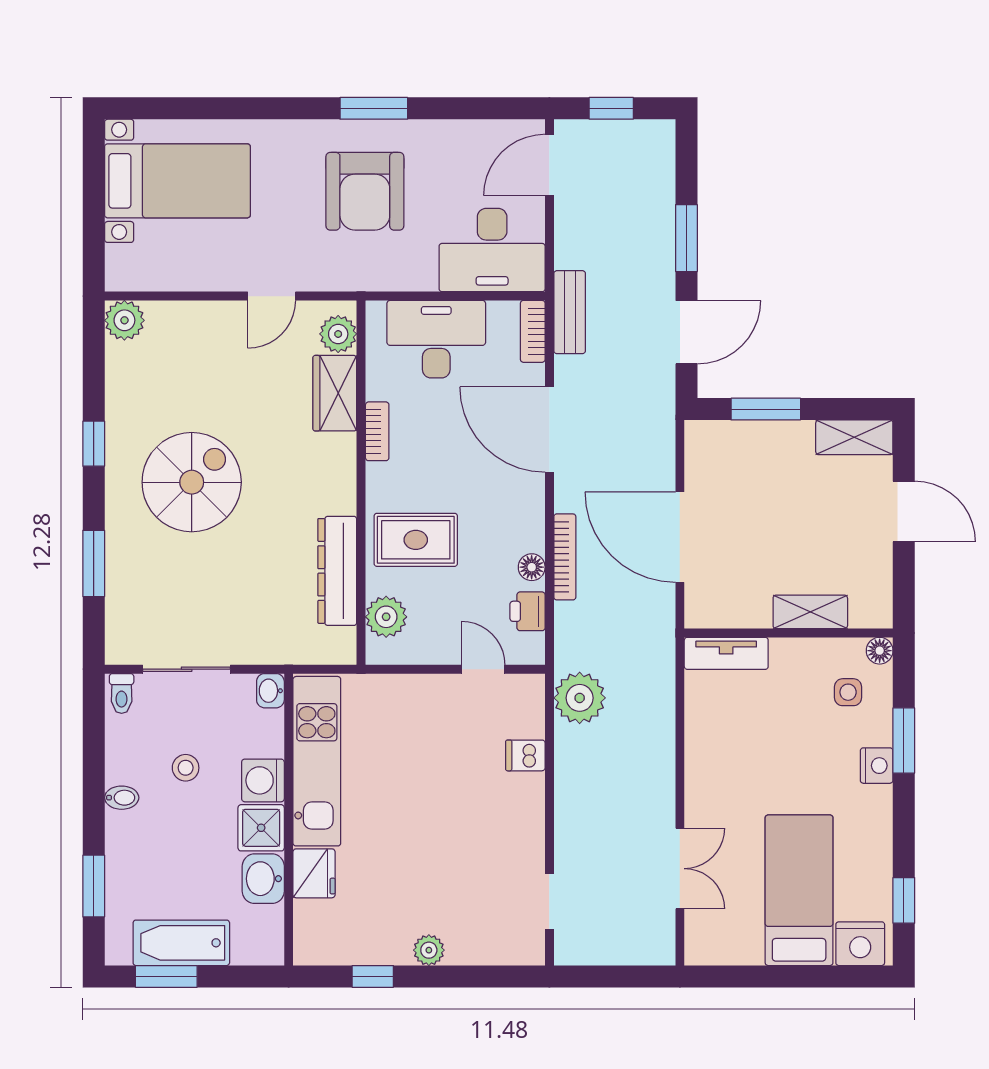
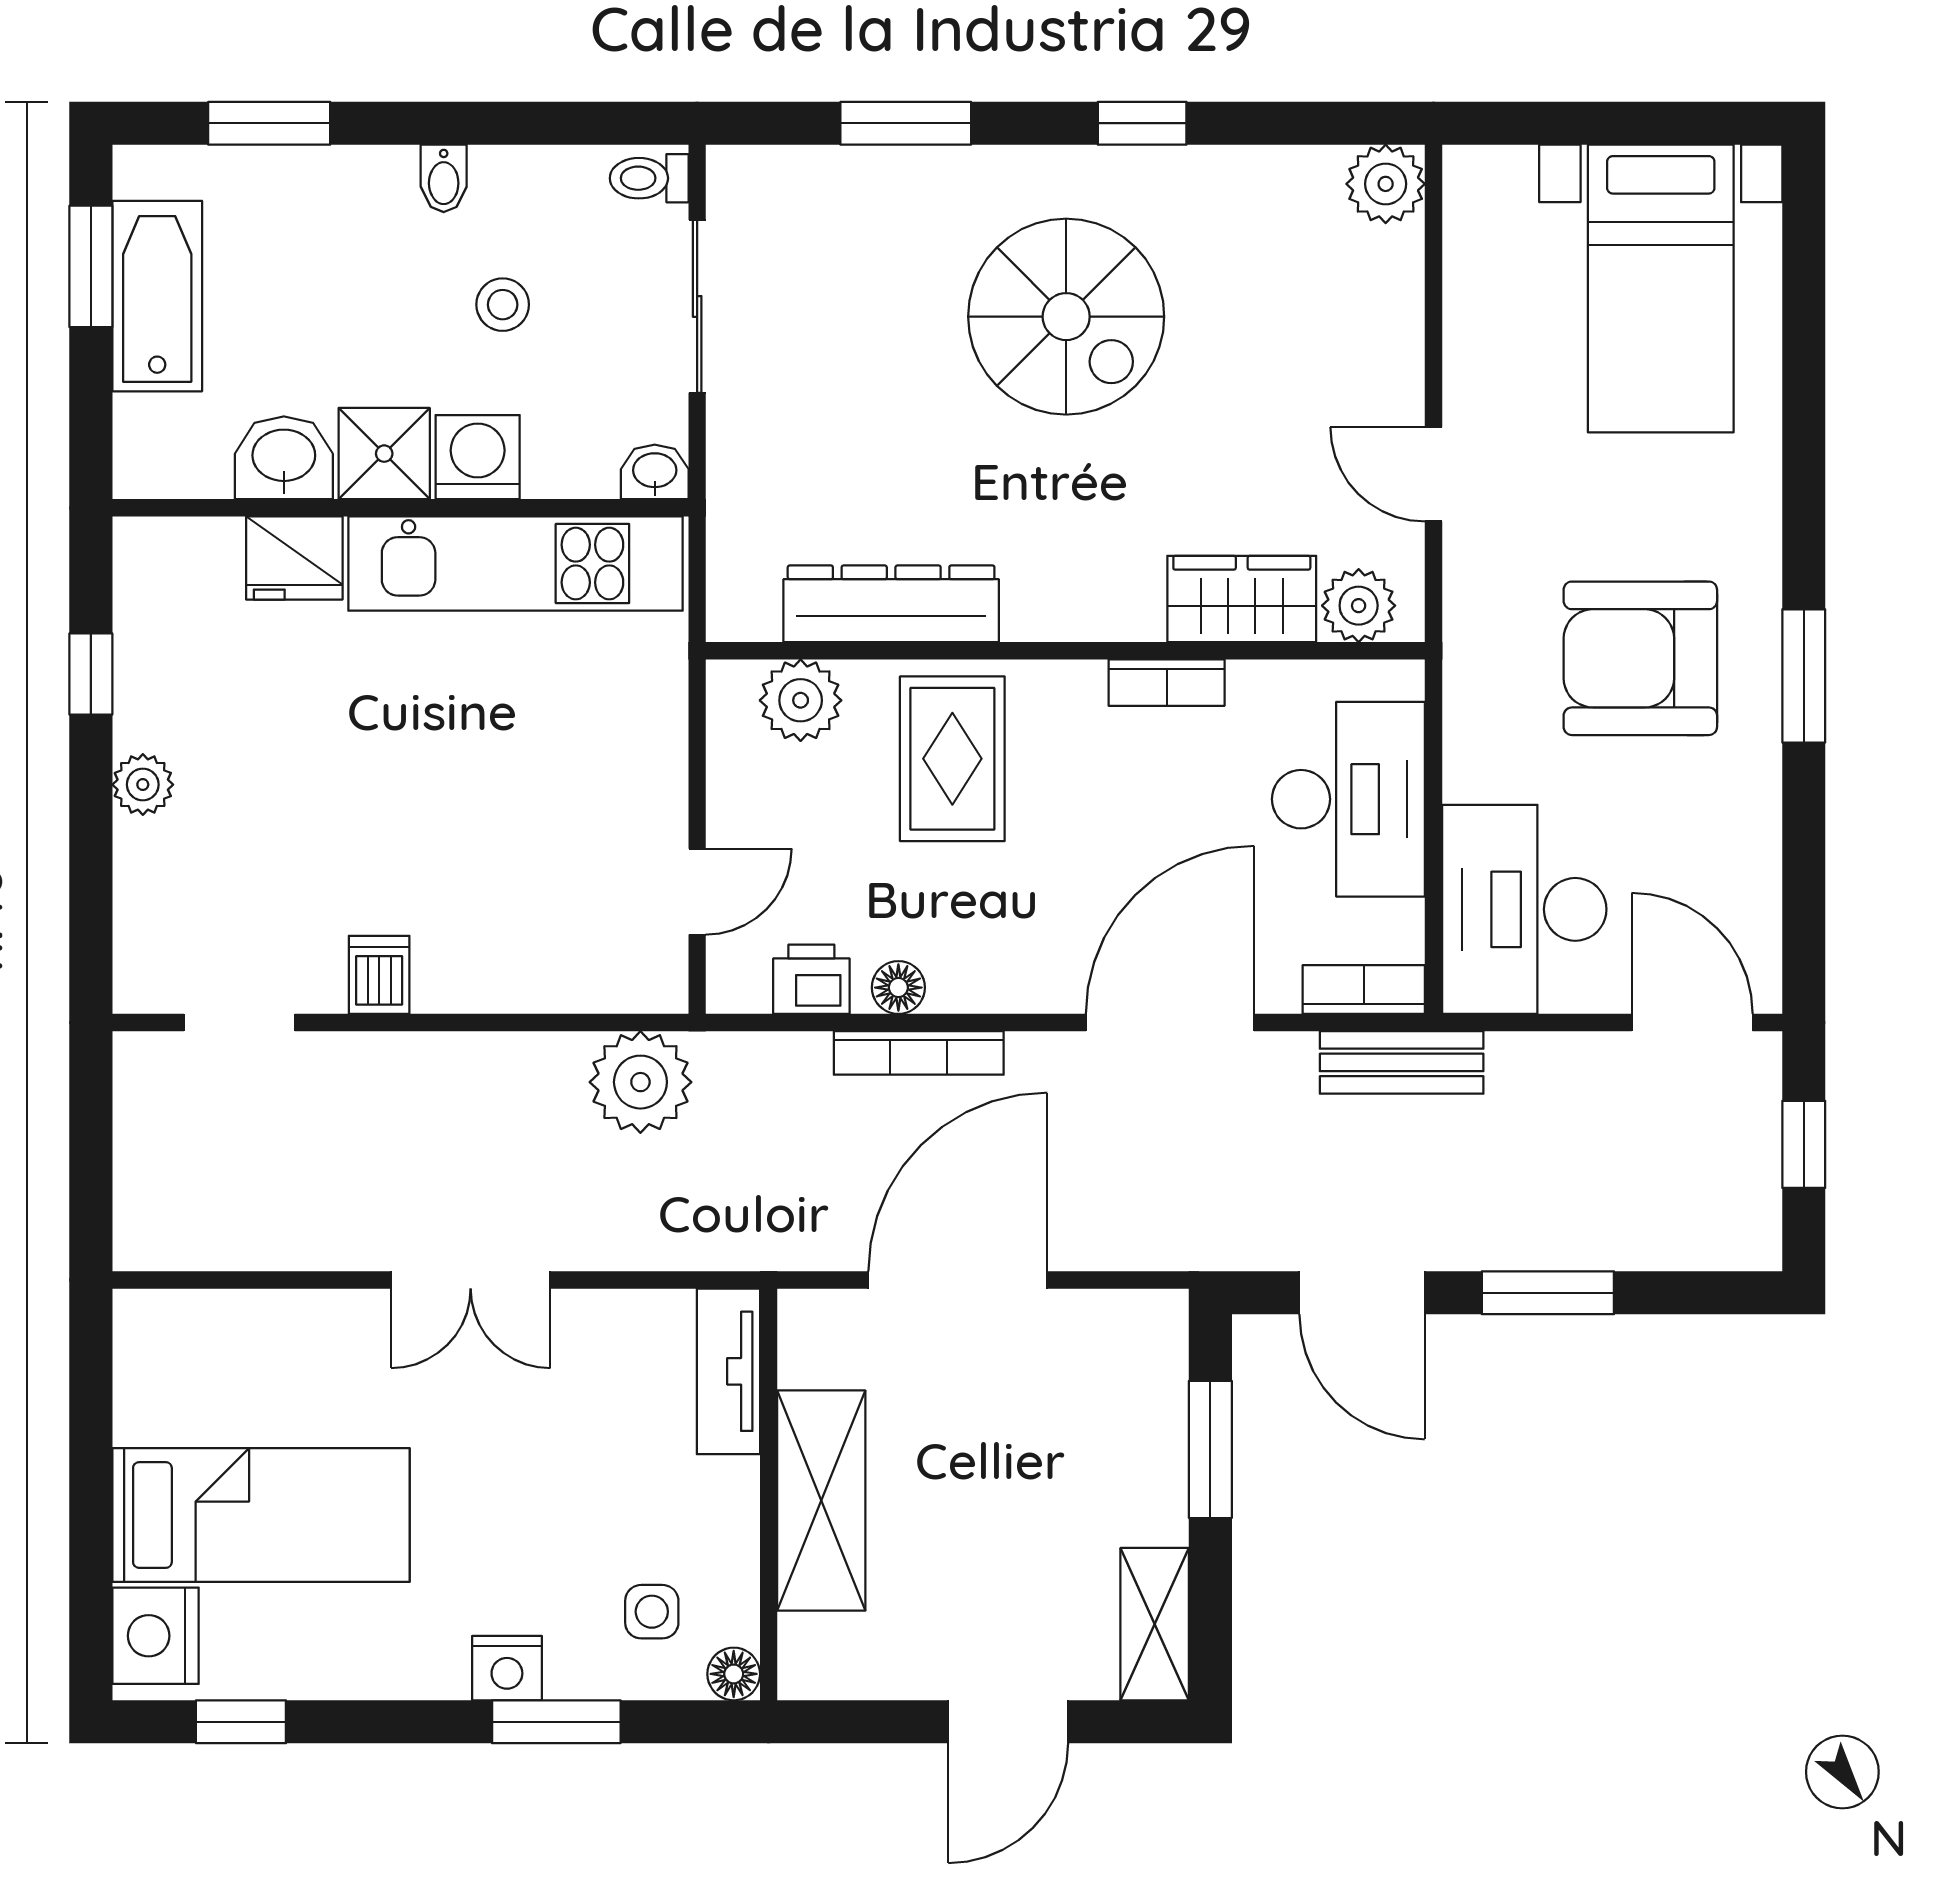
shelving: (810, 612) -> (821, 1501), width x1.50, depth x1.33
dishwasher: (525, 755) -> (379, 975), moved
double door: (680, 869) -> (471, 1280), moved

